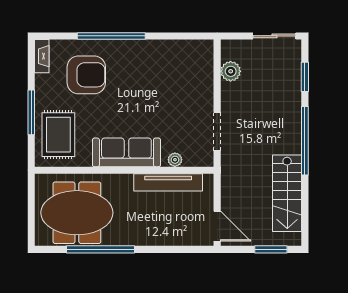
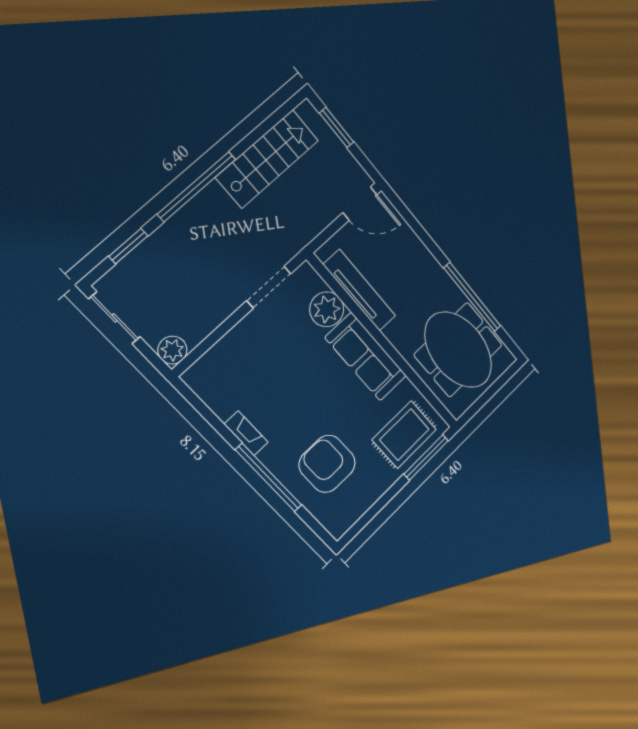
fireplace: (42, 56) -> (246, 433), moved, turned 90
plant: (231, 71) -> (172, 350), moved
window: (31, 112) -> (426, 457), moved
plant: (175, 160) -> (327, 309), width x1.87, depth x1.87
door: (217, 226) -> (360, 204), swing flipped

